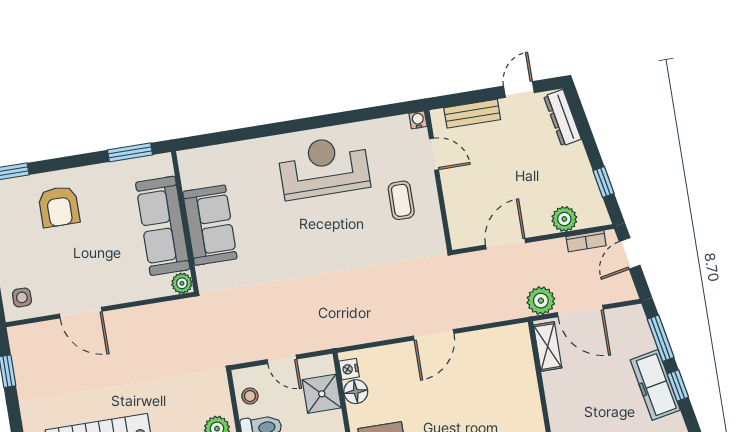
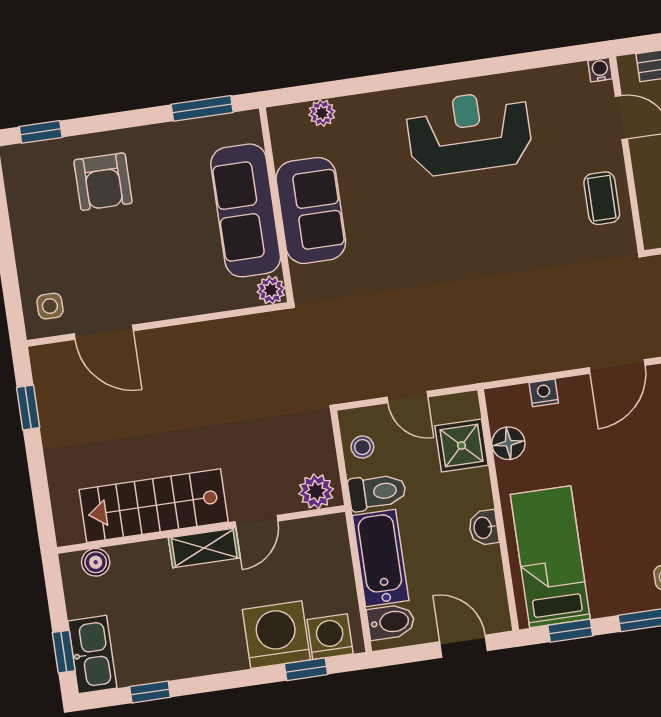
plant: (217, 154) -> (322, 113), added
coffee table: (401, 200) -> (602, 198), moved
door: (81, 313) -> (104, 332), moved
nightstand: (349, 369) -> (544, 393), moved, turned 90

